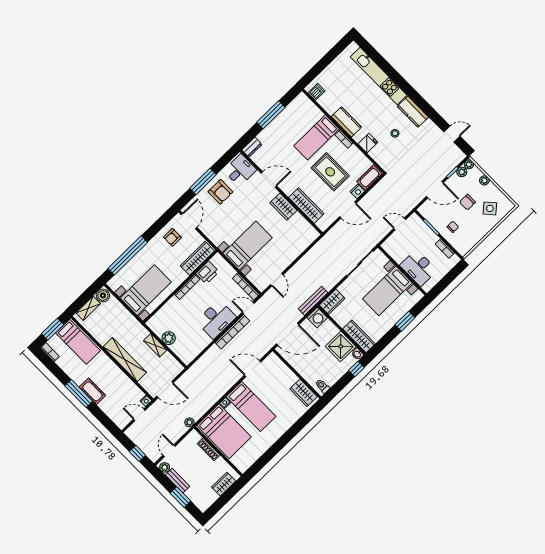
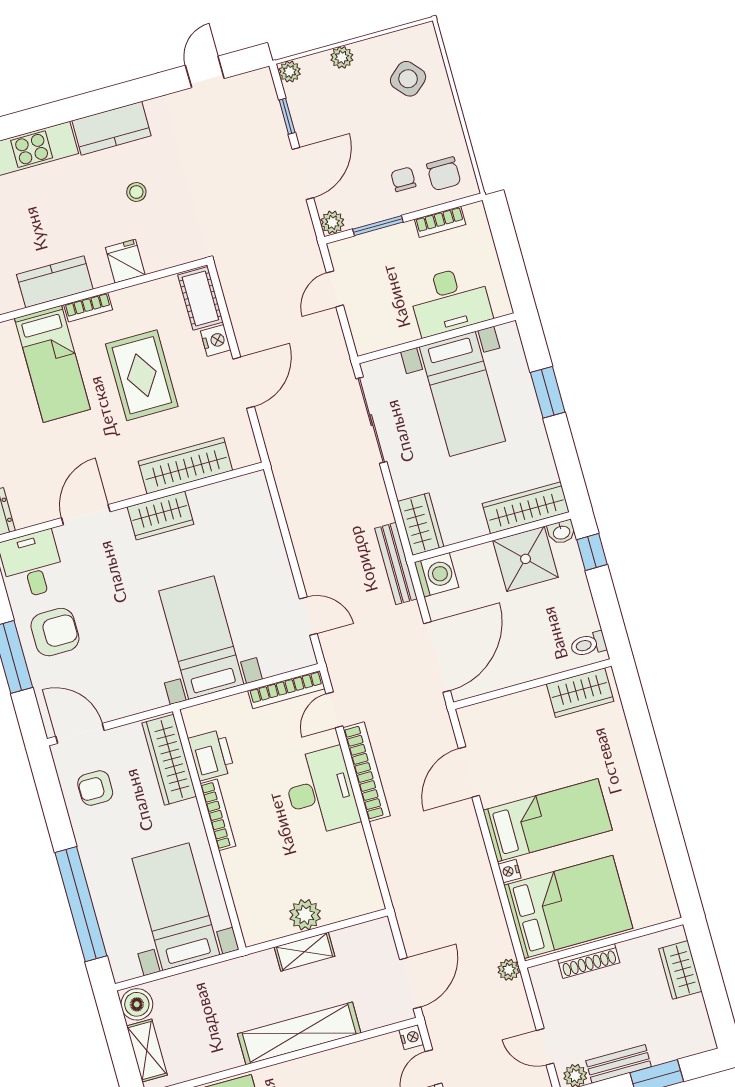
rug: (330, 172) -> (142, 375), turned 90
plant: (462, 172) -> (332, 222), moved
chair: (467, 202) -> (444, 174), moved
armchair: (172, 237) -> (95, 788), turned 90

